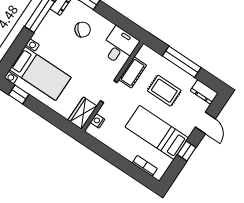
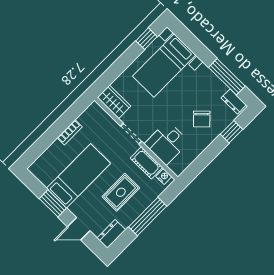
desk: (119, 46) -> (167, 143), moved, turned 90
nightstand: (98, 121) -> (164, 177), moved
window: (187, 151) -> (53, 203), width x1.50
bookcase: (145, 166) -> (70, 132), moved

